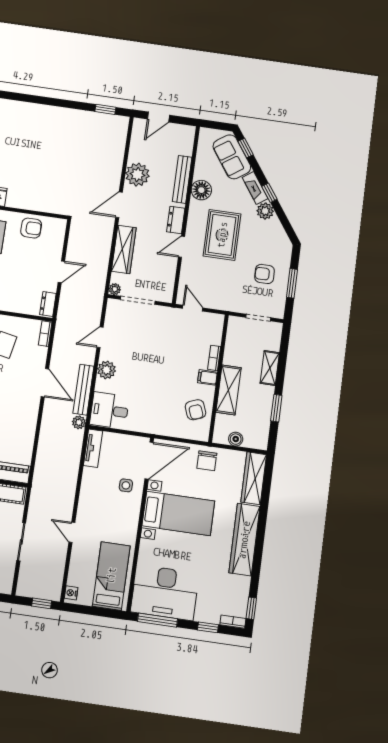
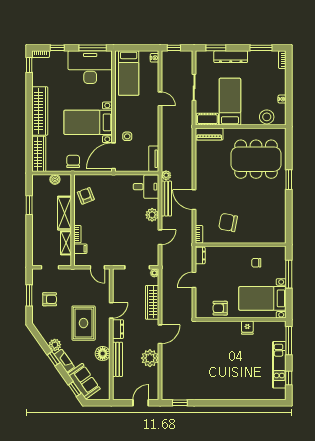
shelving: (270, 368) -> (66, 243), moved
filing cabinet: (207, 377) -> (80, 249), moved

